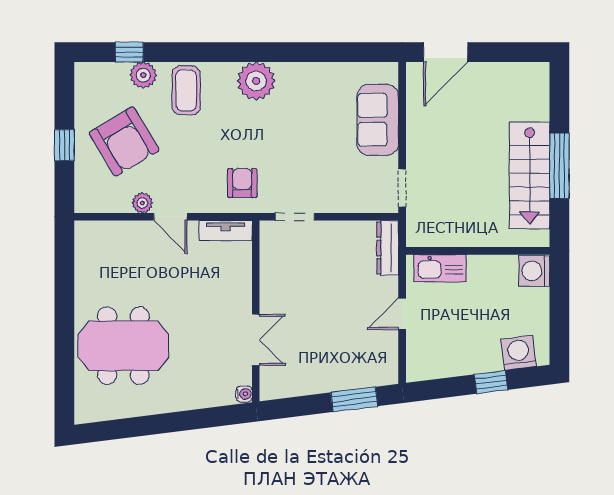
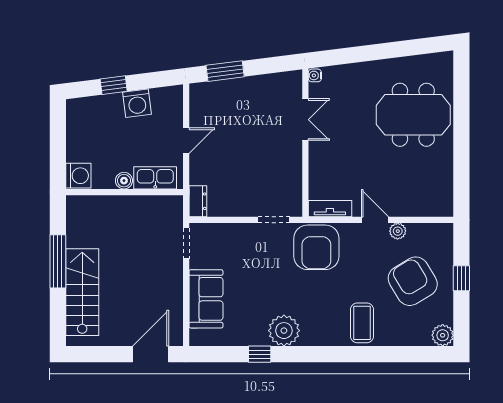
window: (129, 52) -> (260, 354), moved
plant: (143, 75) -> (443, 335), moved
plant: (256, 81) -> (284, 331), moved
stairs: (530, 175) -> (82, 292), moved
armchair: (242, 183) -> (316, 247), width x1.88, depth x1.88
dresser: (388, 248) -> (198, 201), width x0.70
boiler: (478, 265) -> (124, 181), added
double door: (256, 340) -> (305, 120), swing flipped
washing machine: (519, 353) -> (137, 103), moved

